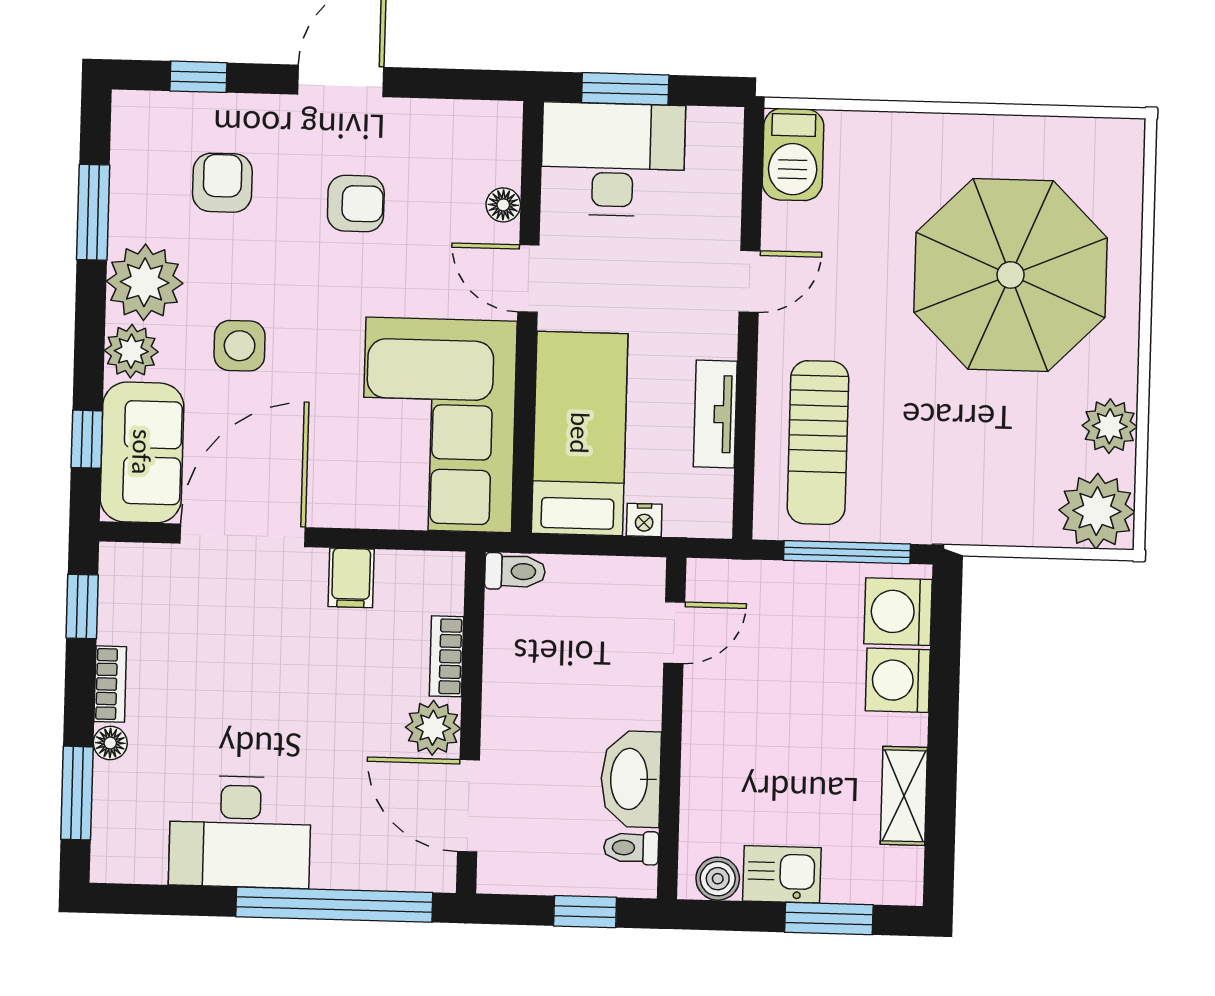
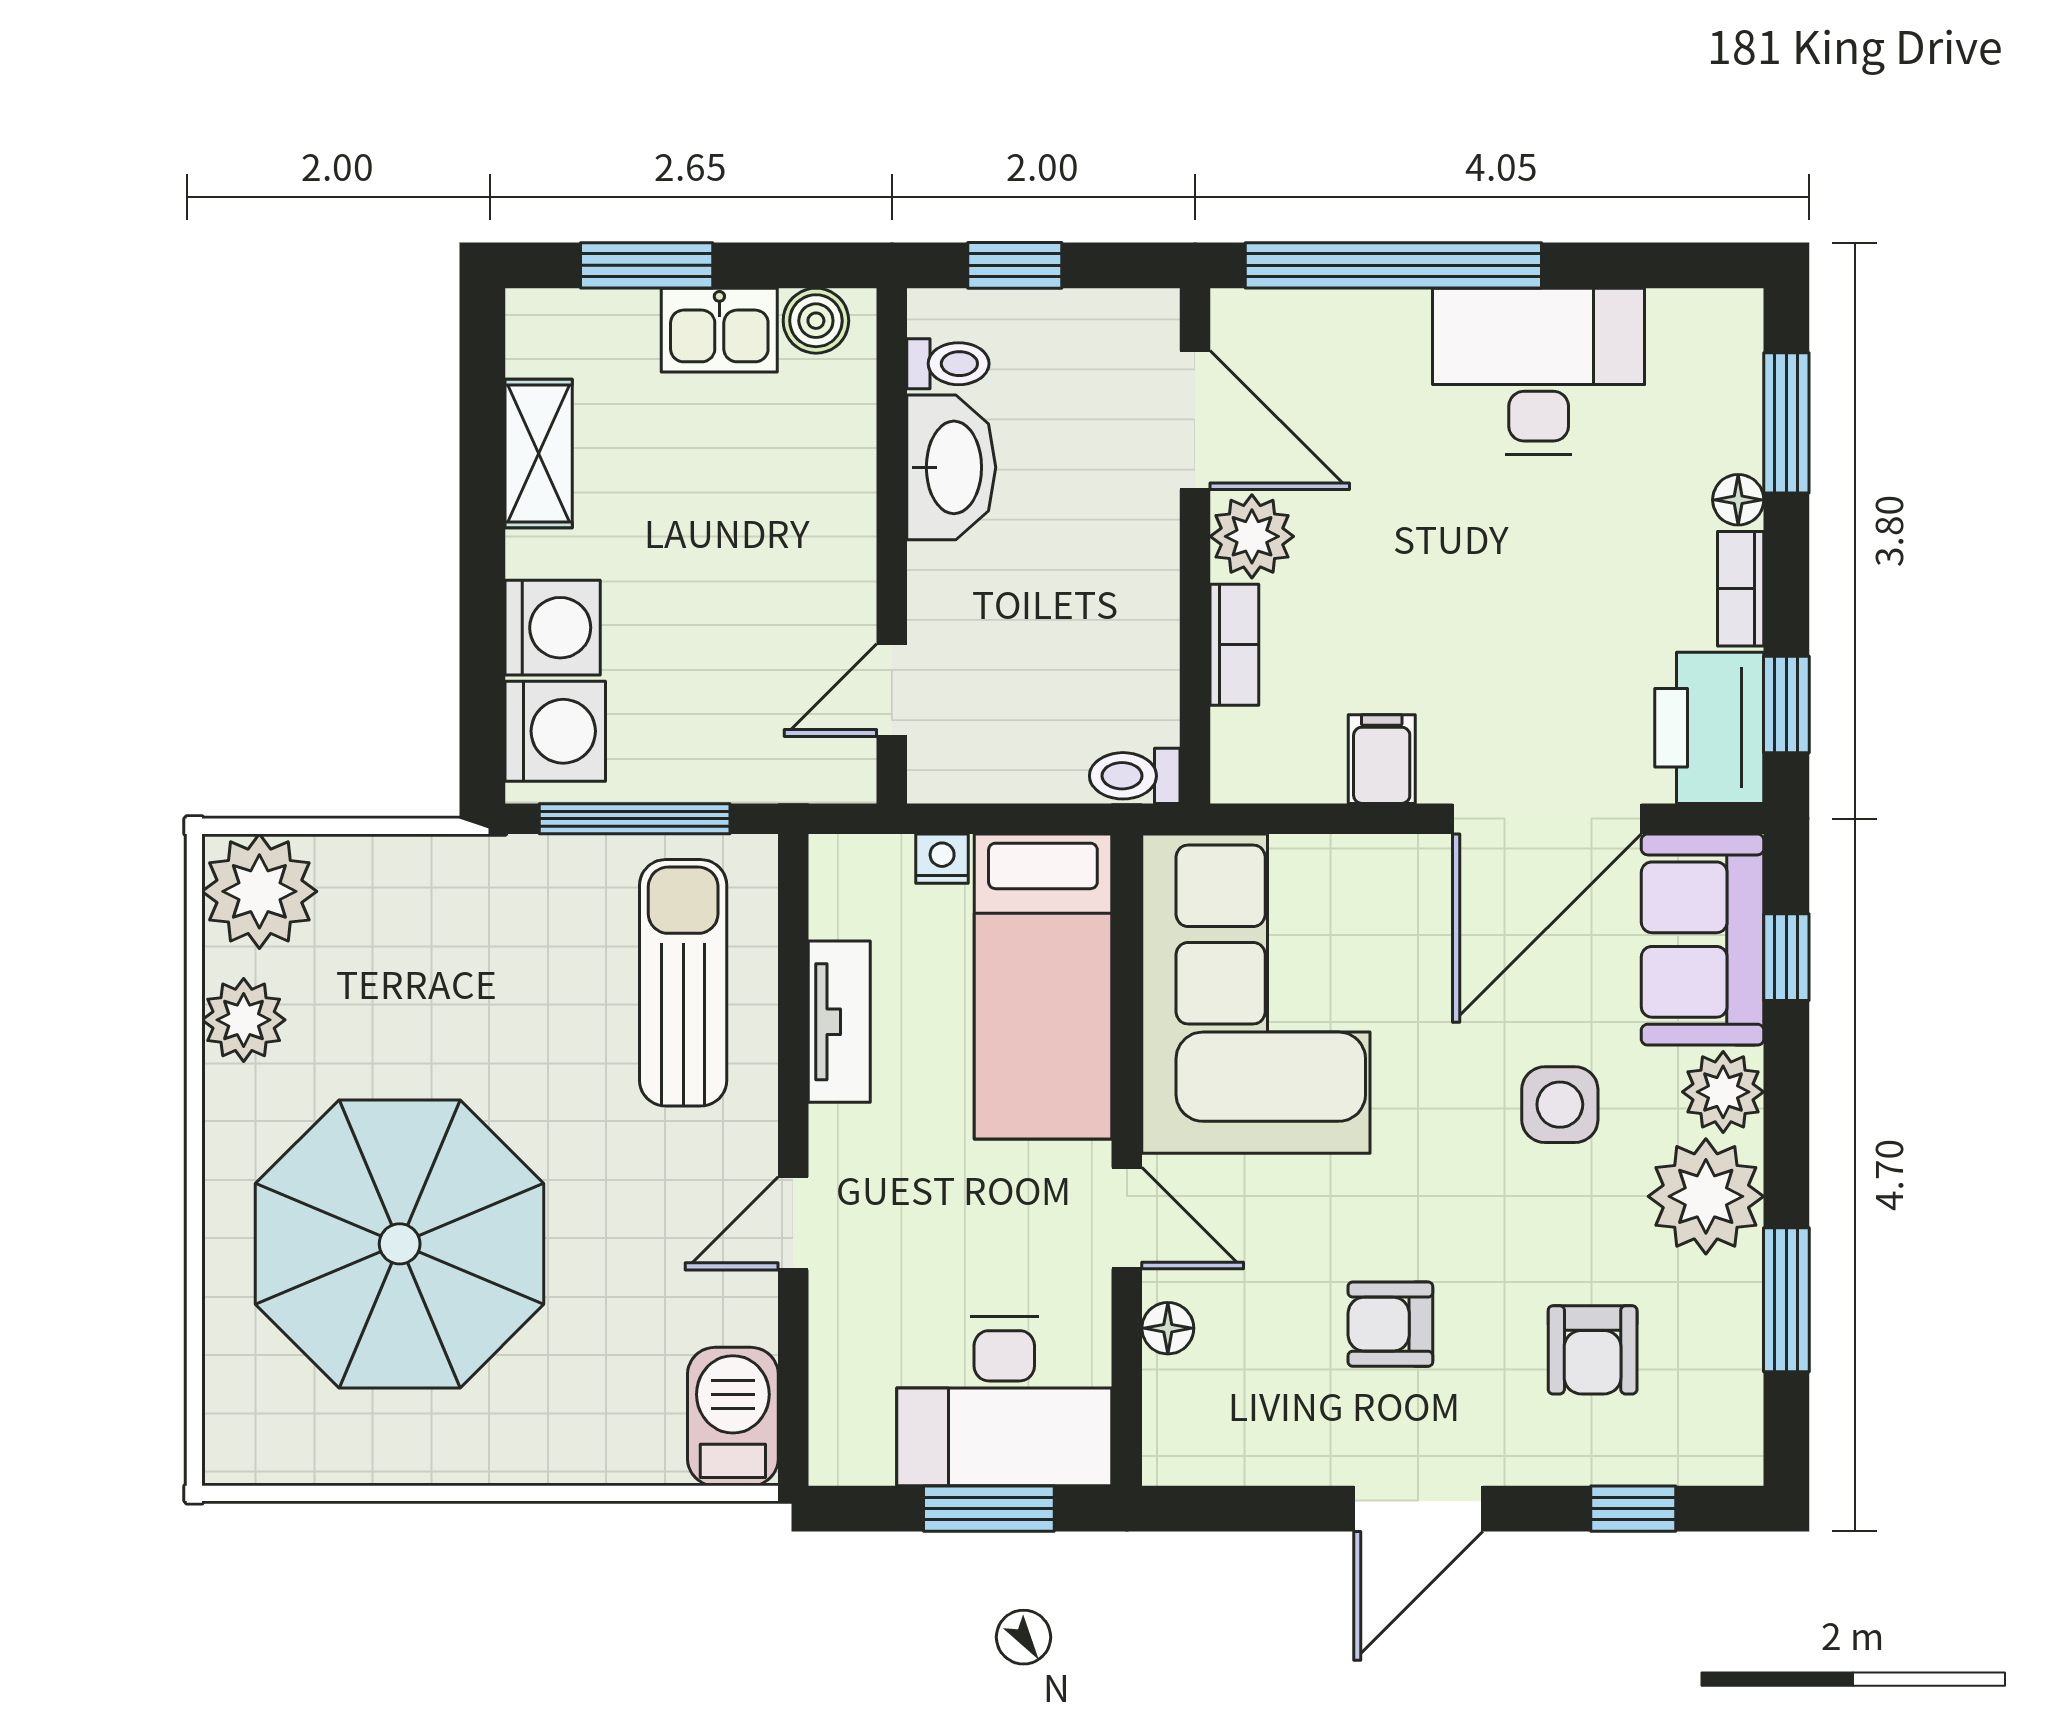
printer: (134, 593) -> (1709, 728), added

